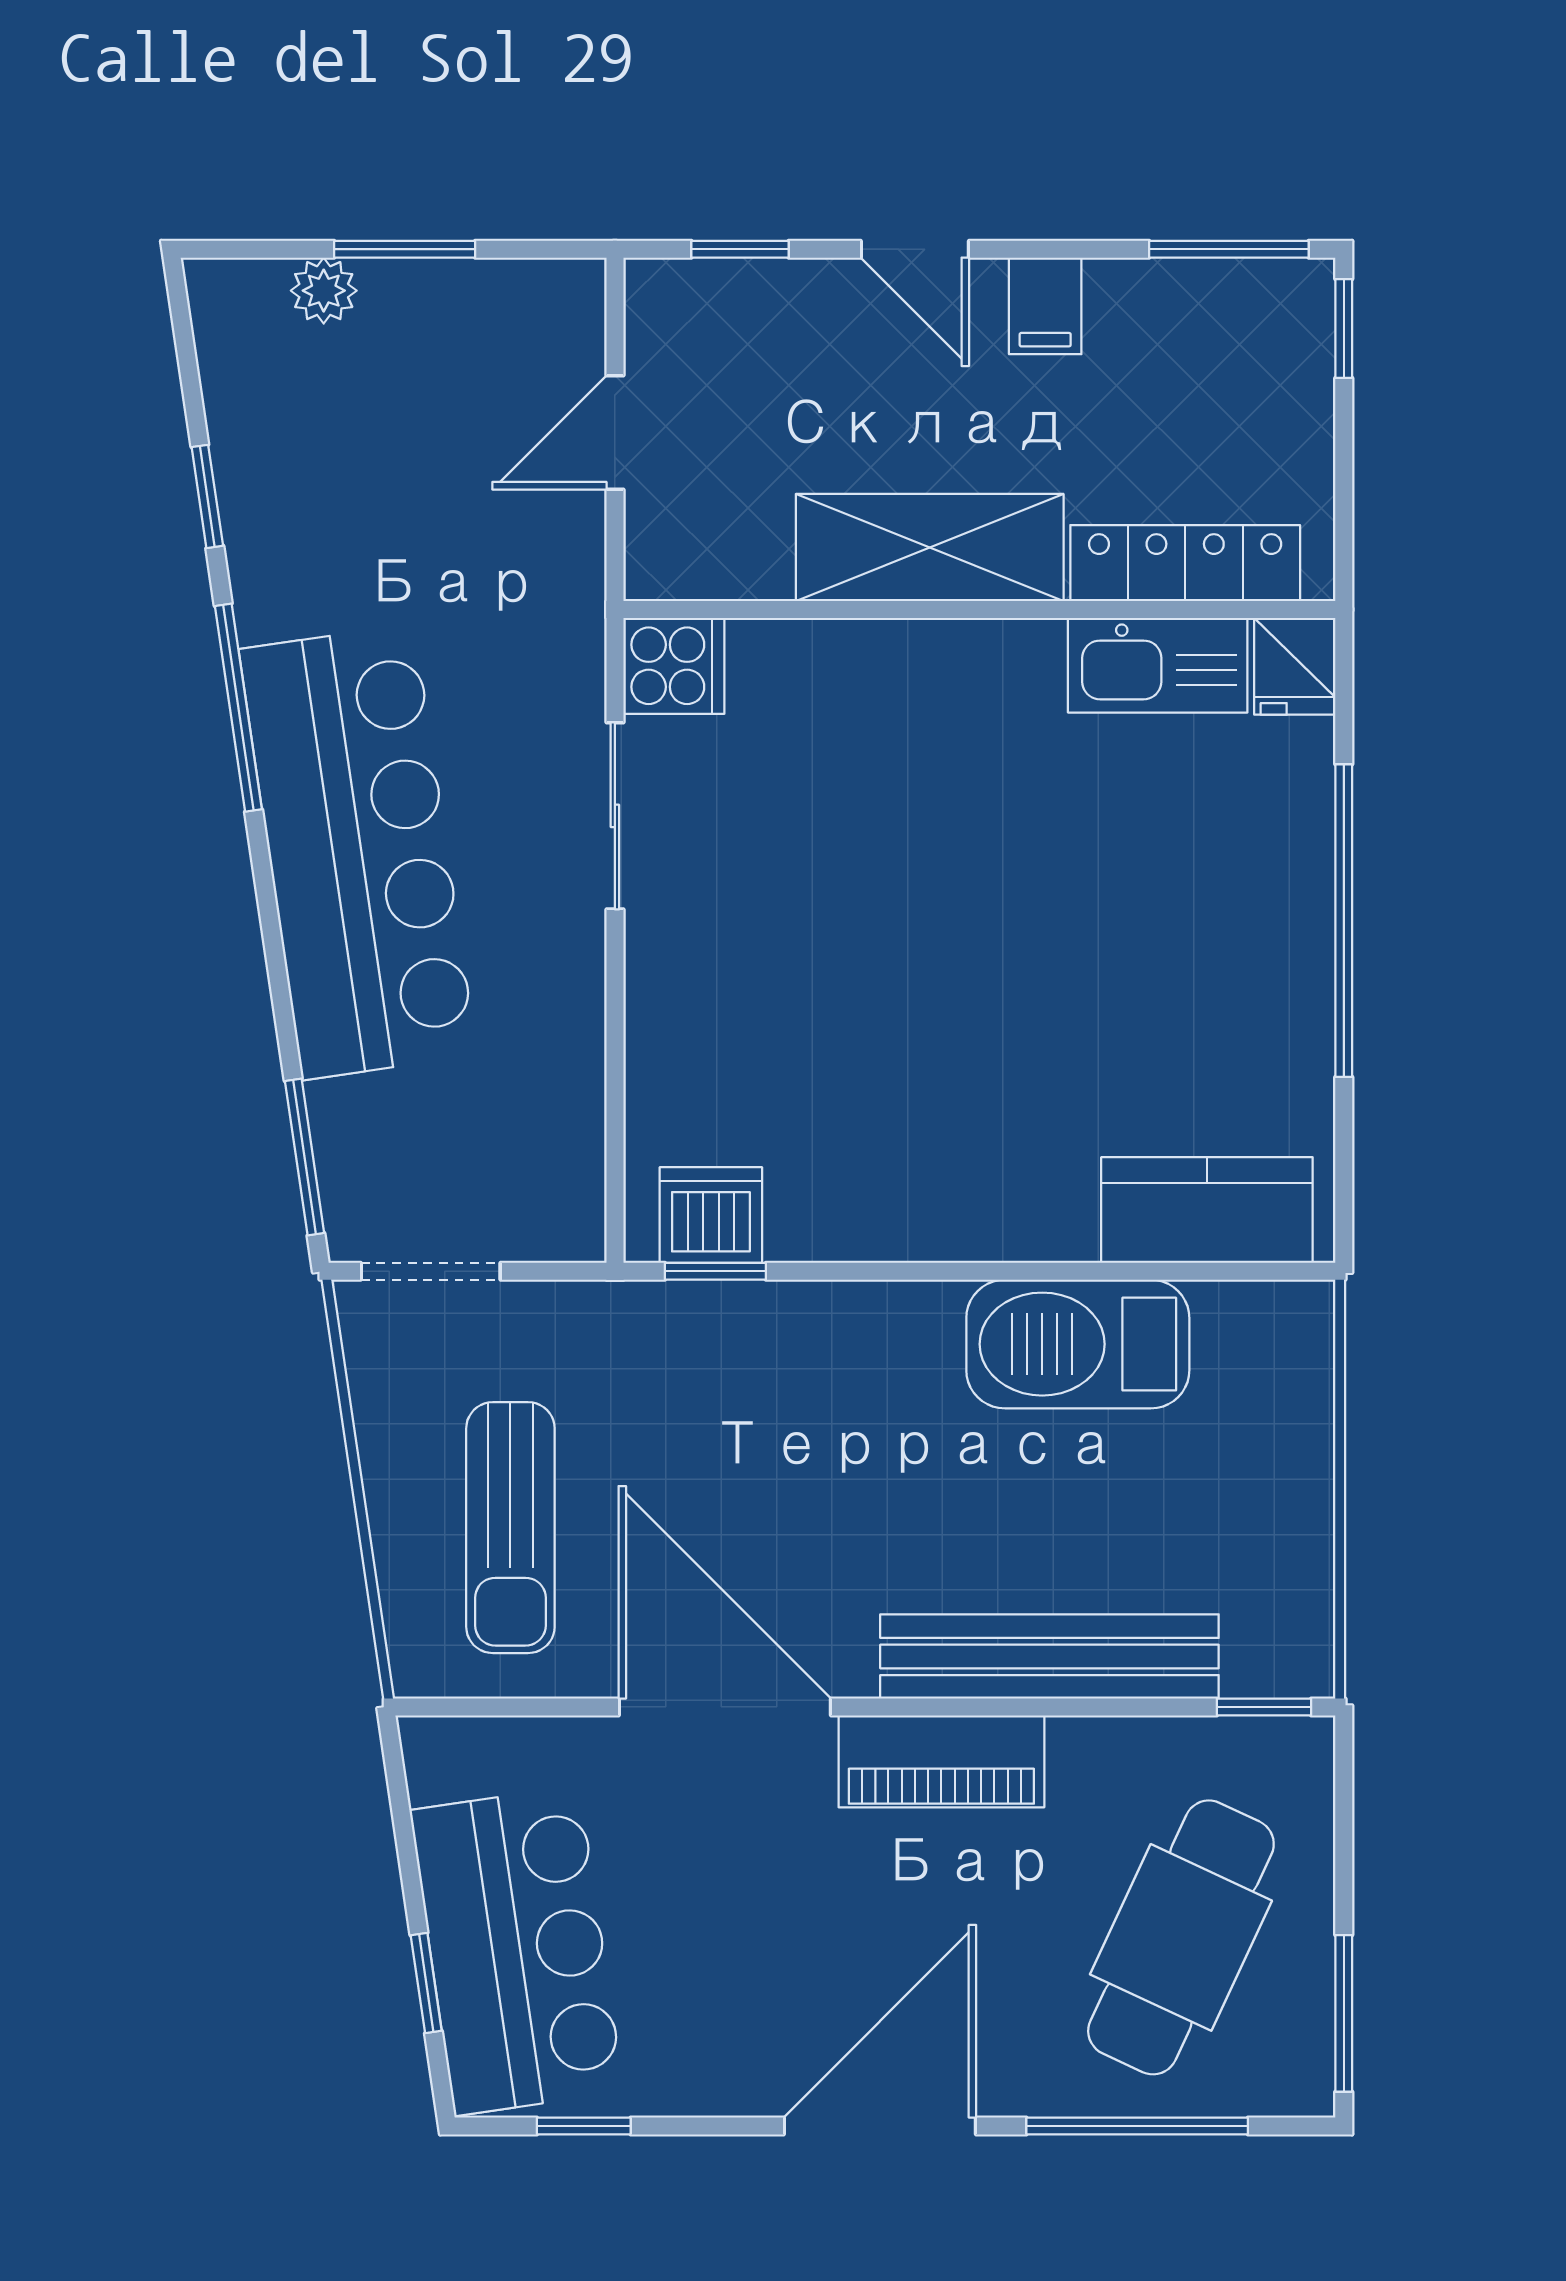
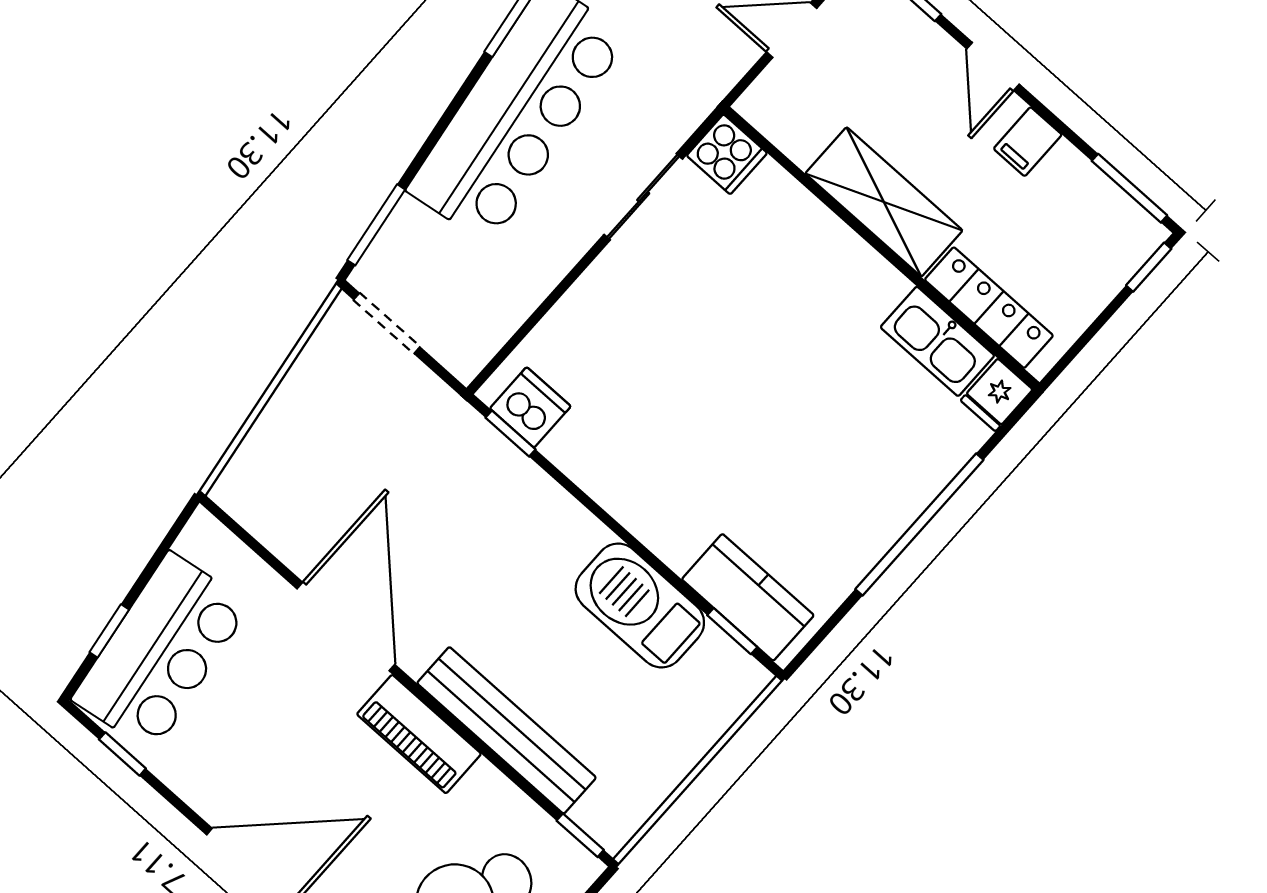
window: (1226, 1271) -> (732, 631), added
sun lounger: (510, 1528) -> (322, 466), removed

